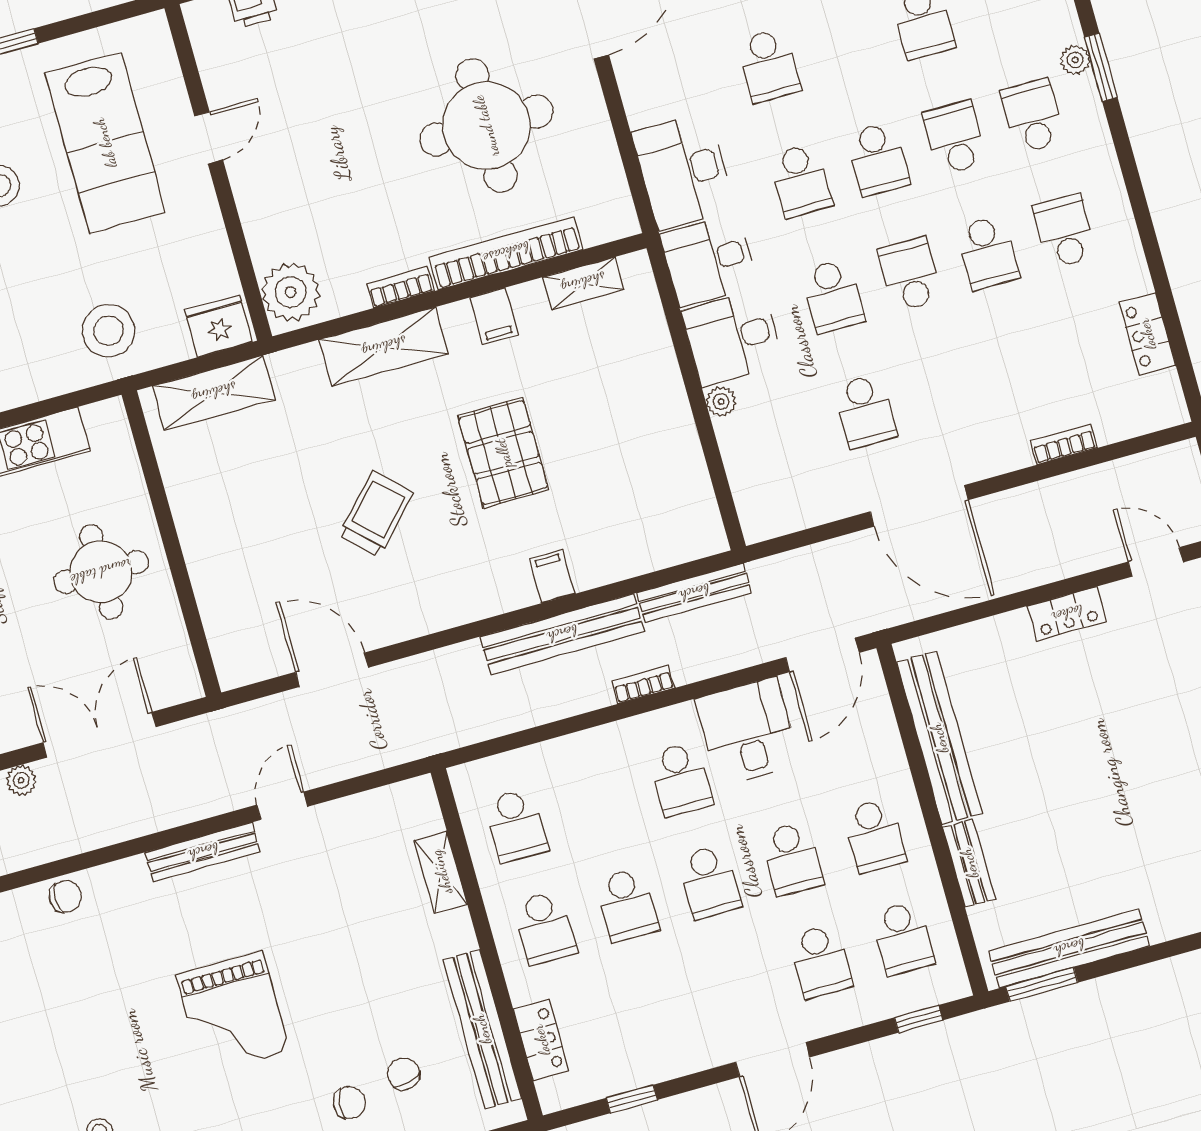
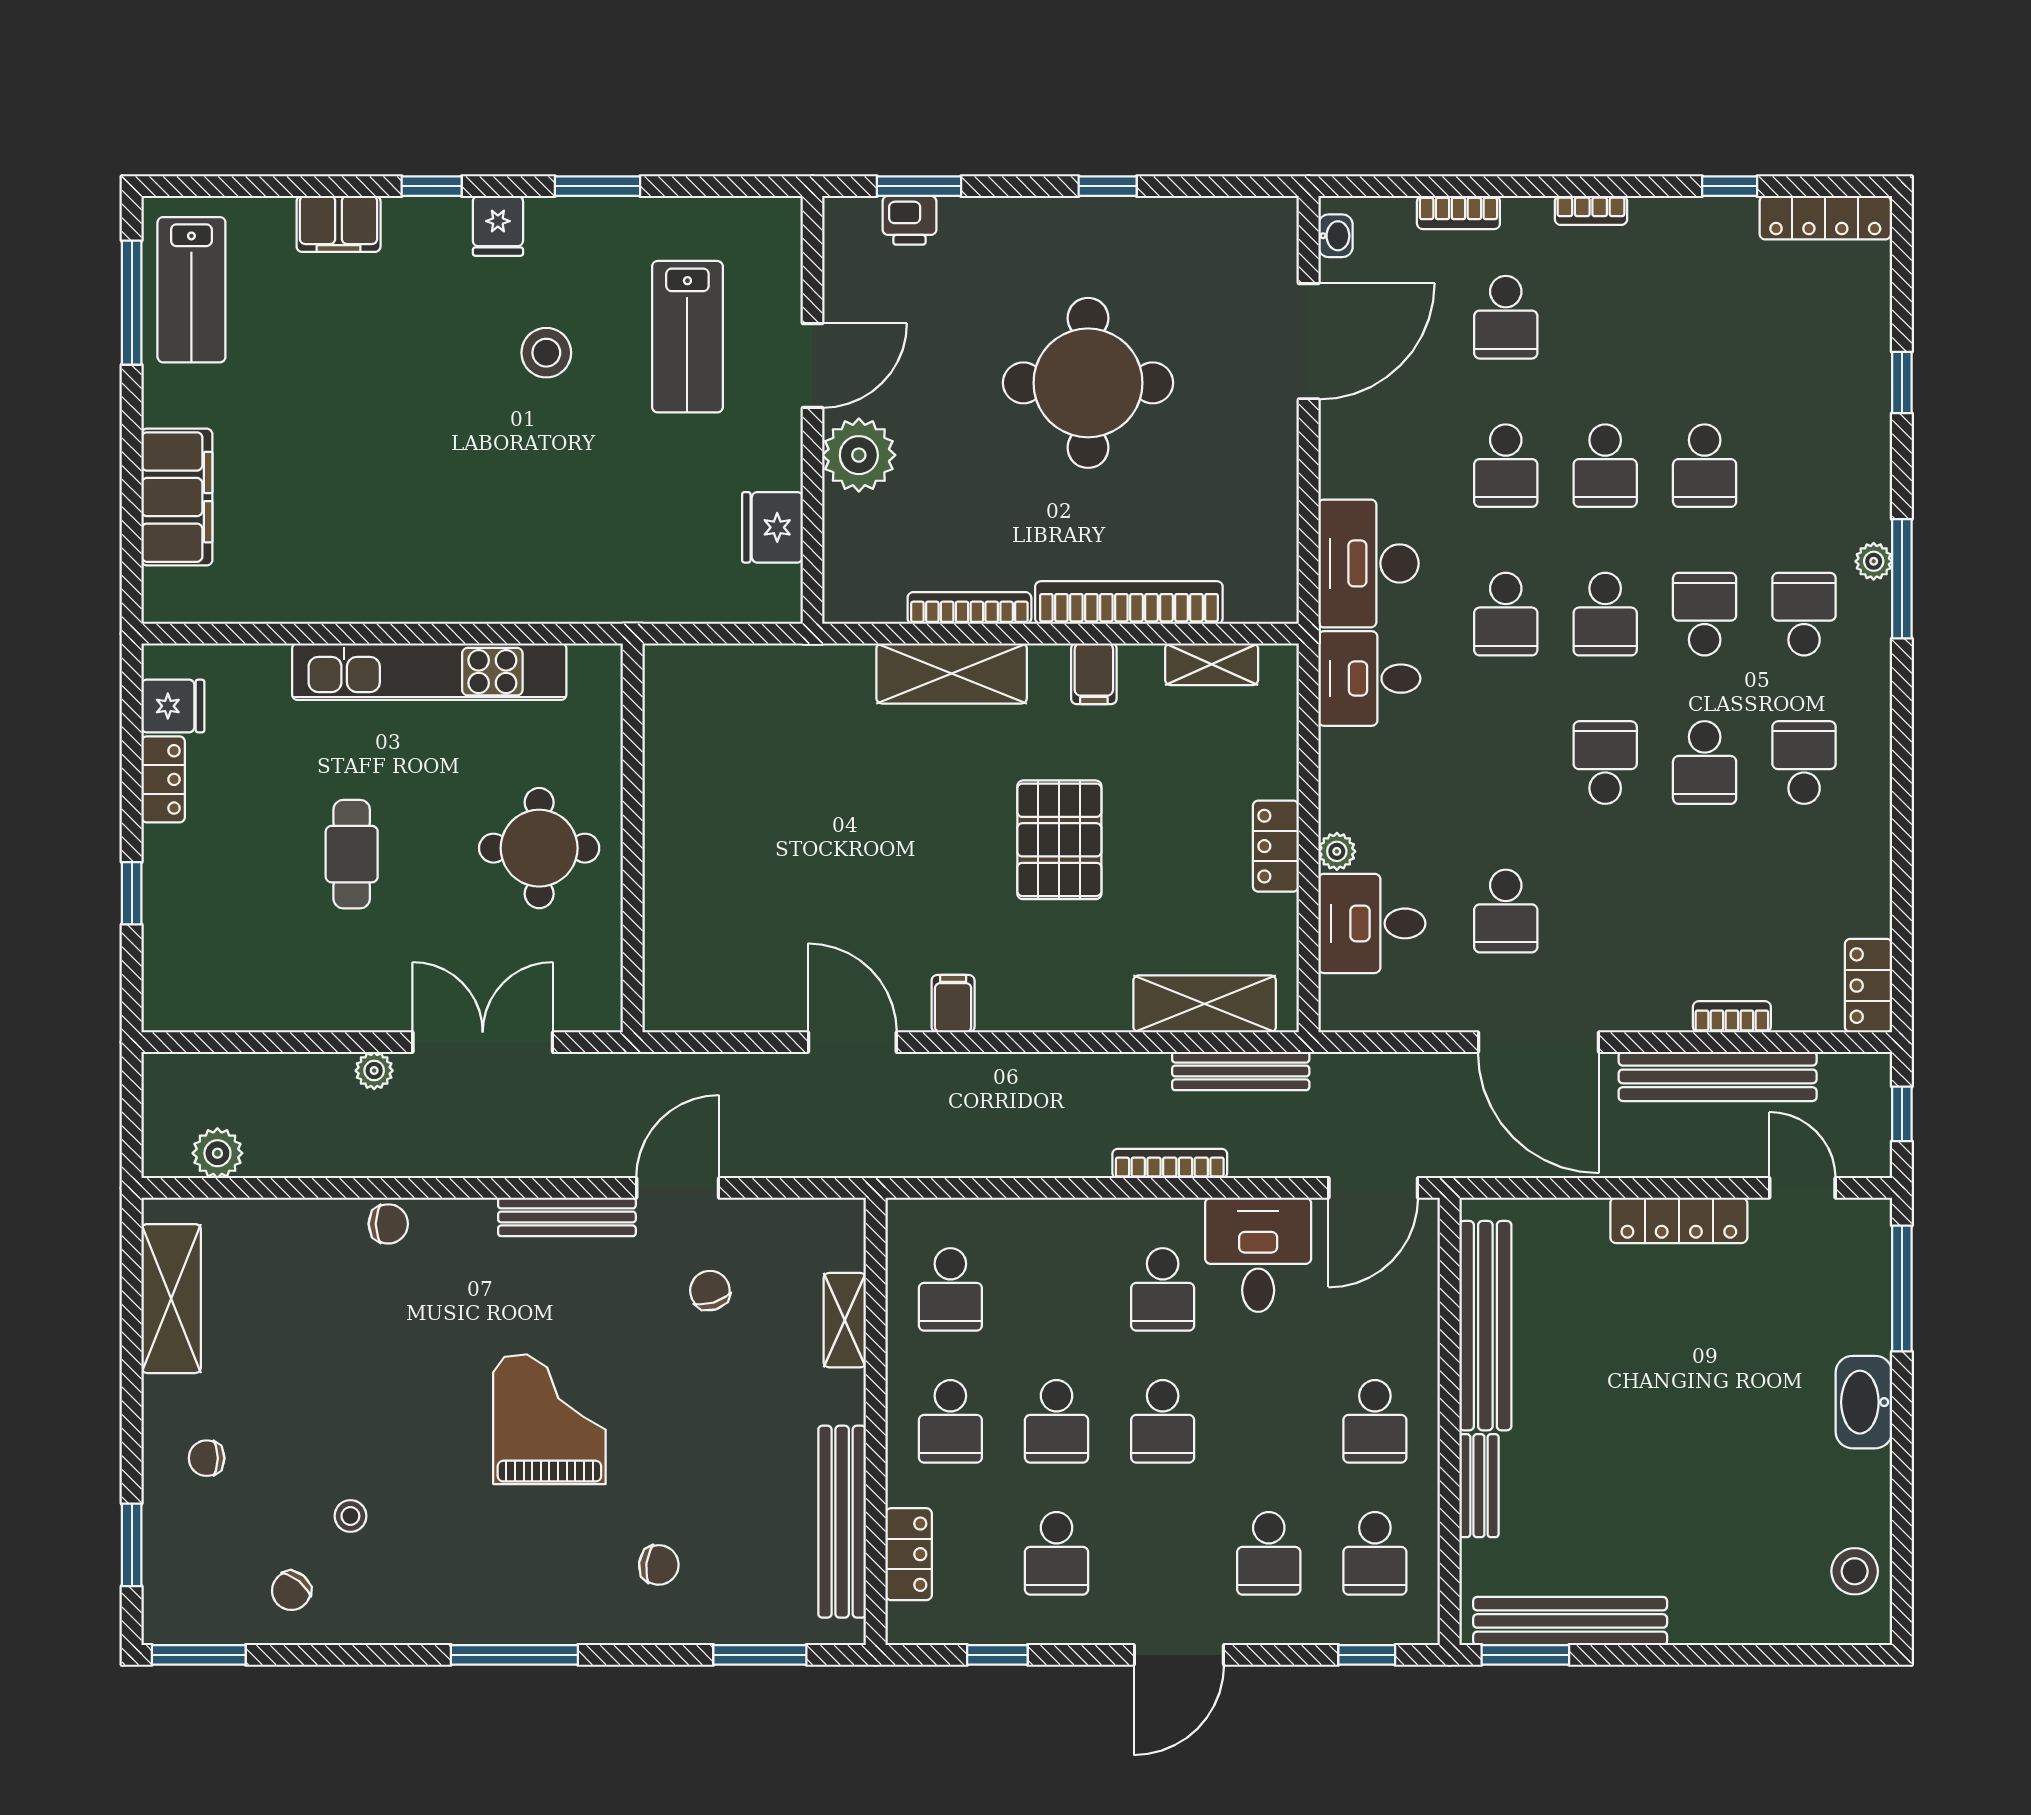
window: (1101, 67) -> (1902, 579), width x1.44
round table: (486, 126) -> (1088, 383), moved
door: (209, 138) -> (812, 365), width x1.38
lab bench: (105, 143) -> (687, 337), width x0.73, depth x0.72
bookcase: (400, 287) -> (969, 608), width x1.56
plant: (291, 292) -> (859, 455), moved
school desk: (833, 296) -> (1605, 466), moved
fridge: (219, 326) -> (772, 527), moved, turned -90
stool: (108, 331) -> (628, 562), removed
locker: (1147, 334) -> (1868, 986), moved
desk: (733, 338) -> (1372, 923), moved
shelving: (214, 393) -> (1205, 1004), moved
locker: (673, 411) -> (1276, 846), added
trolley: (376, 514) -> (887, 870), removed
filing cabinet: (552, 576) -> (953, 1004), moved
locker: (1067, 614) -> (1679, 1220), width x1.53
bench: (562, 634) -> (1718, 1076), moved
door: (332, 670) -> (852, 1042), moved
bookcase: (643, 685) -> (1170, 1164), width x1.56
door: (282, 806) -> (678, 1188), width x1.38
school desk: (792, 859) -> (1057, 1553), moved
grand piano: (233, 1013) -> (549, 1419), turned 180
chair: (404, 1074) -> (710, 1291), moved

